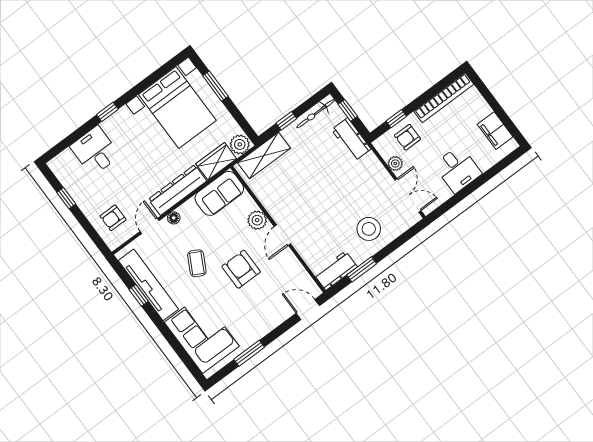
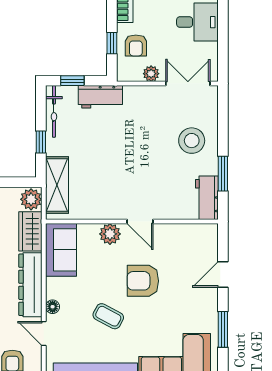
door: (308, 309) -> (223, 274), moved

